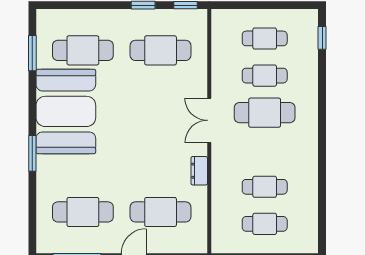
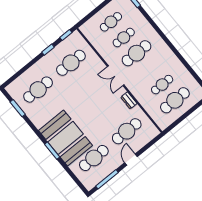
booth: (66, 111) -> (65, 138), moved
cafe table: (265, 224) -> (175, 100), width x1.37, depth x1.35

